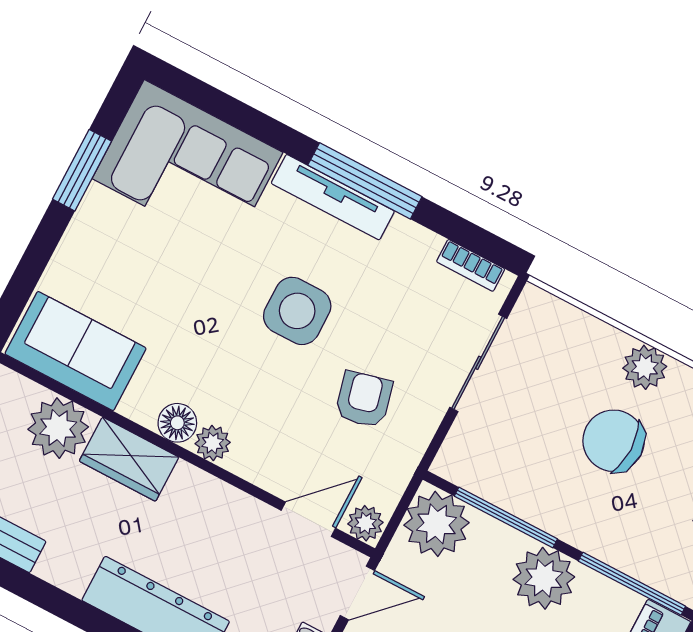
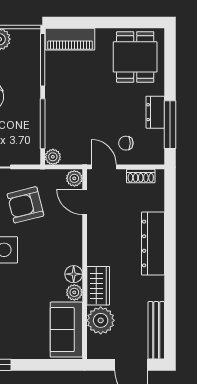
armchair: (364, 399) -> (25, 205), width x1.38, depth x1.38
plant: (213, 443) -> (74, 292), moved
plant: (437, 524) -> (53, 157), width x0.53, depth x0.53
plant: (544, 578) -> (59, 96), removed

